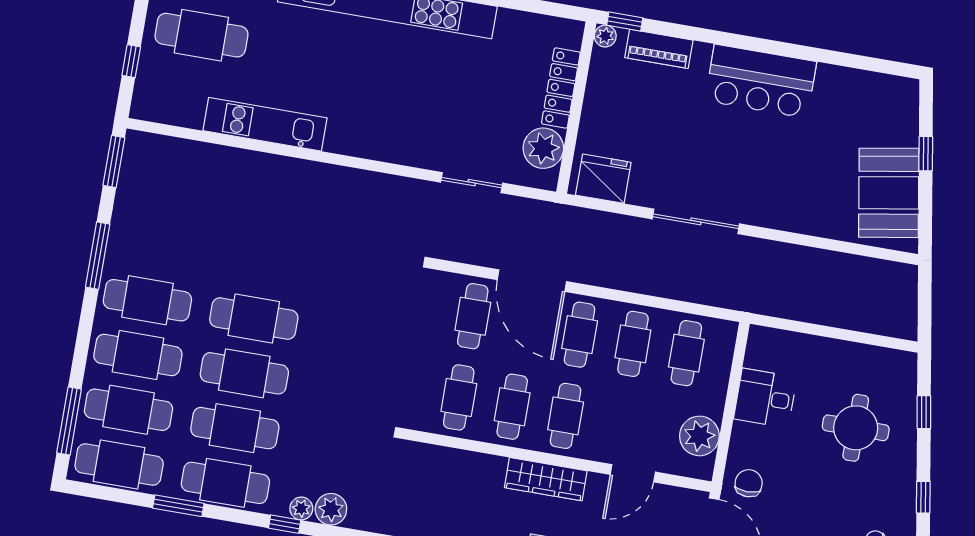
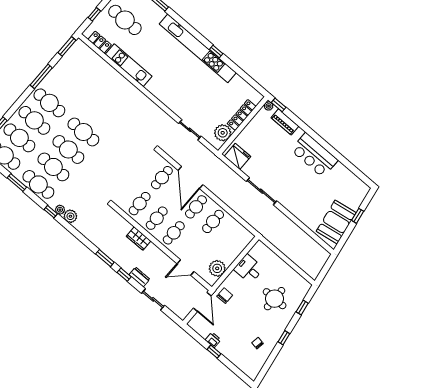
locker: (176, 112) -> (100, 42), added
cafe table: (686, 353) -> (230, 236), removed
wardrobe: (546, 479) -> (139, 239), moved, width x0.67

